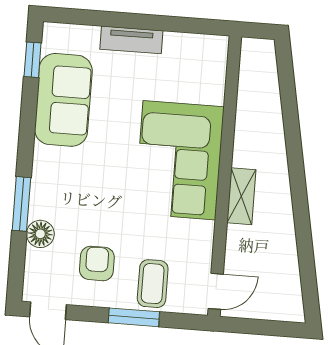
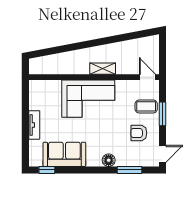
window: (21, 204) -> (130, 170), moved
floor lamp: (40, 234) -> (109, 160), moved

